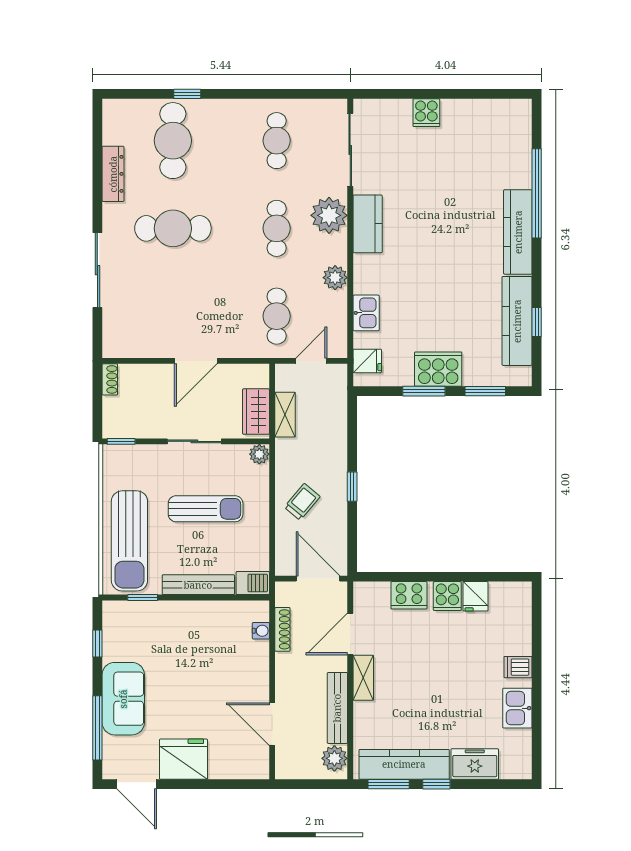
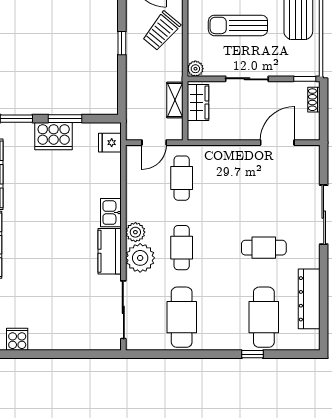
cooker: (426, 113) -> (17, 339), moved
cafe table: (277, 141) -> (182, 317), width x1.37, depth x1.35
dresser: (113, 174) -> (309, 299), width x1.37, depth x1.24
cafe table: (173, 228) -> (264, 248), width x0.73, depth x0.74
plant: (335, 278) -> (135, 232), moved
kitchen sink: (366, 313) -> (111, 213), moved
door: (196, 361) -> (277, 143), moved
shoe rack: (110, 379) -> (314, 100), moved
trolley: (302, 502) -> (161, 31), width x1.36, depth x1.39

